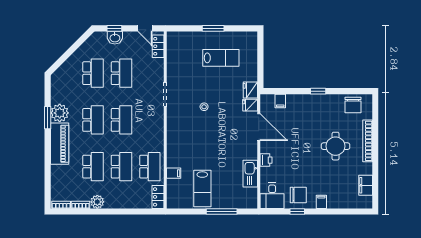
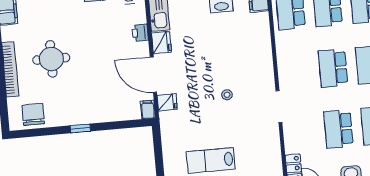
fridge: (250, 90) -> (161, 42), moved
filing cabinet: (280, 101) -> (148, 110), moved

